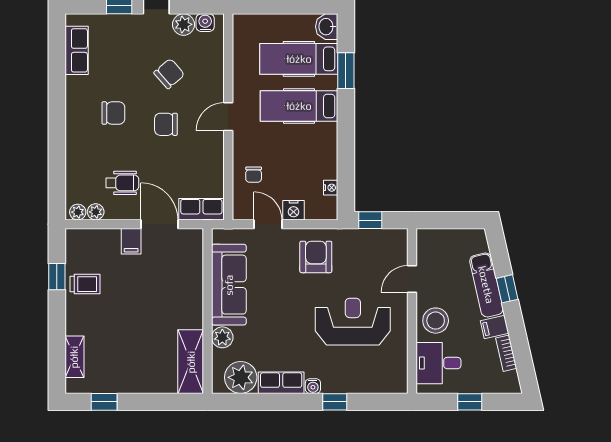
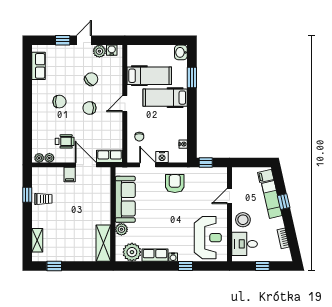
hospital bed: (299, 59) -> (149, 76), moved, turned 180
reception desk: (353, 322) -> (208, 238), moved, turned 90
filing cabinet: (495, 327) -> (266, 176), moved

